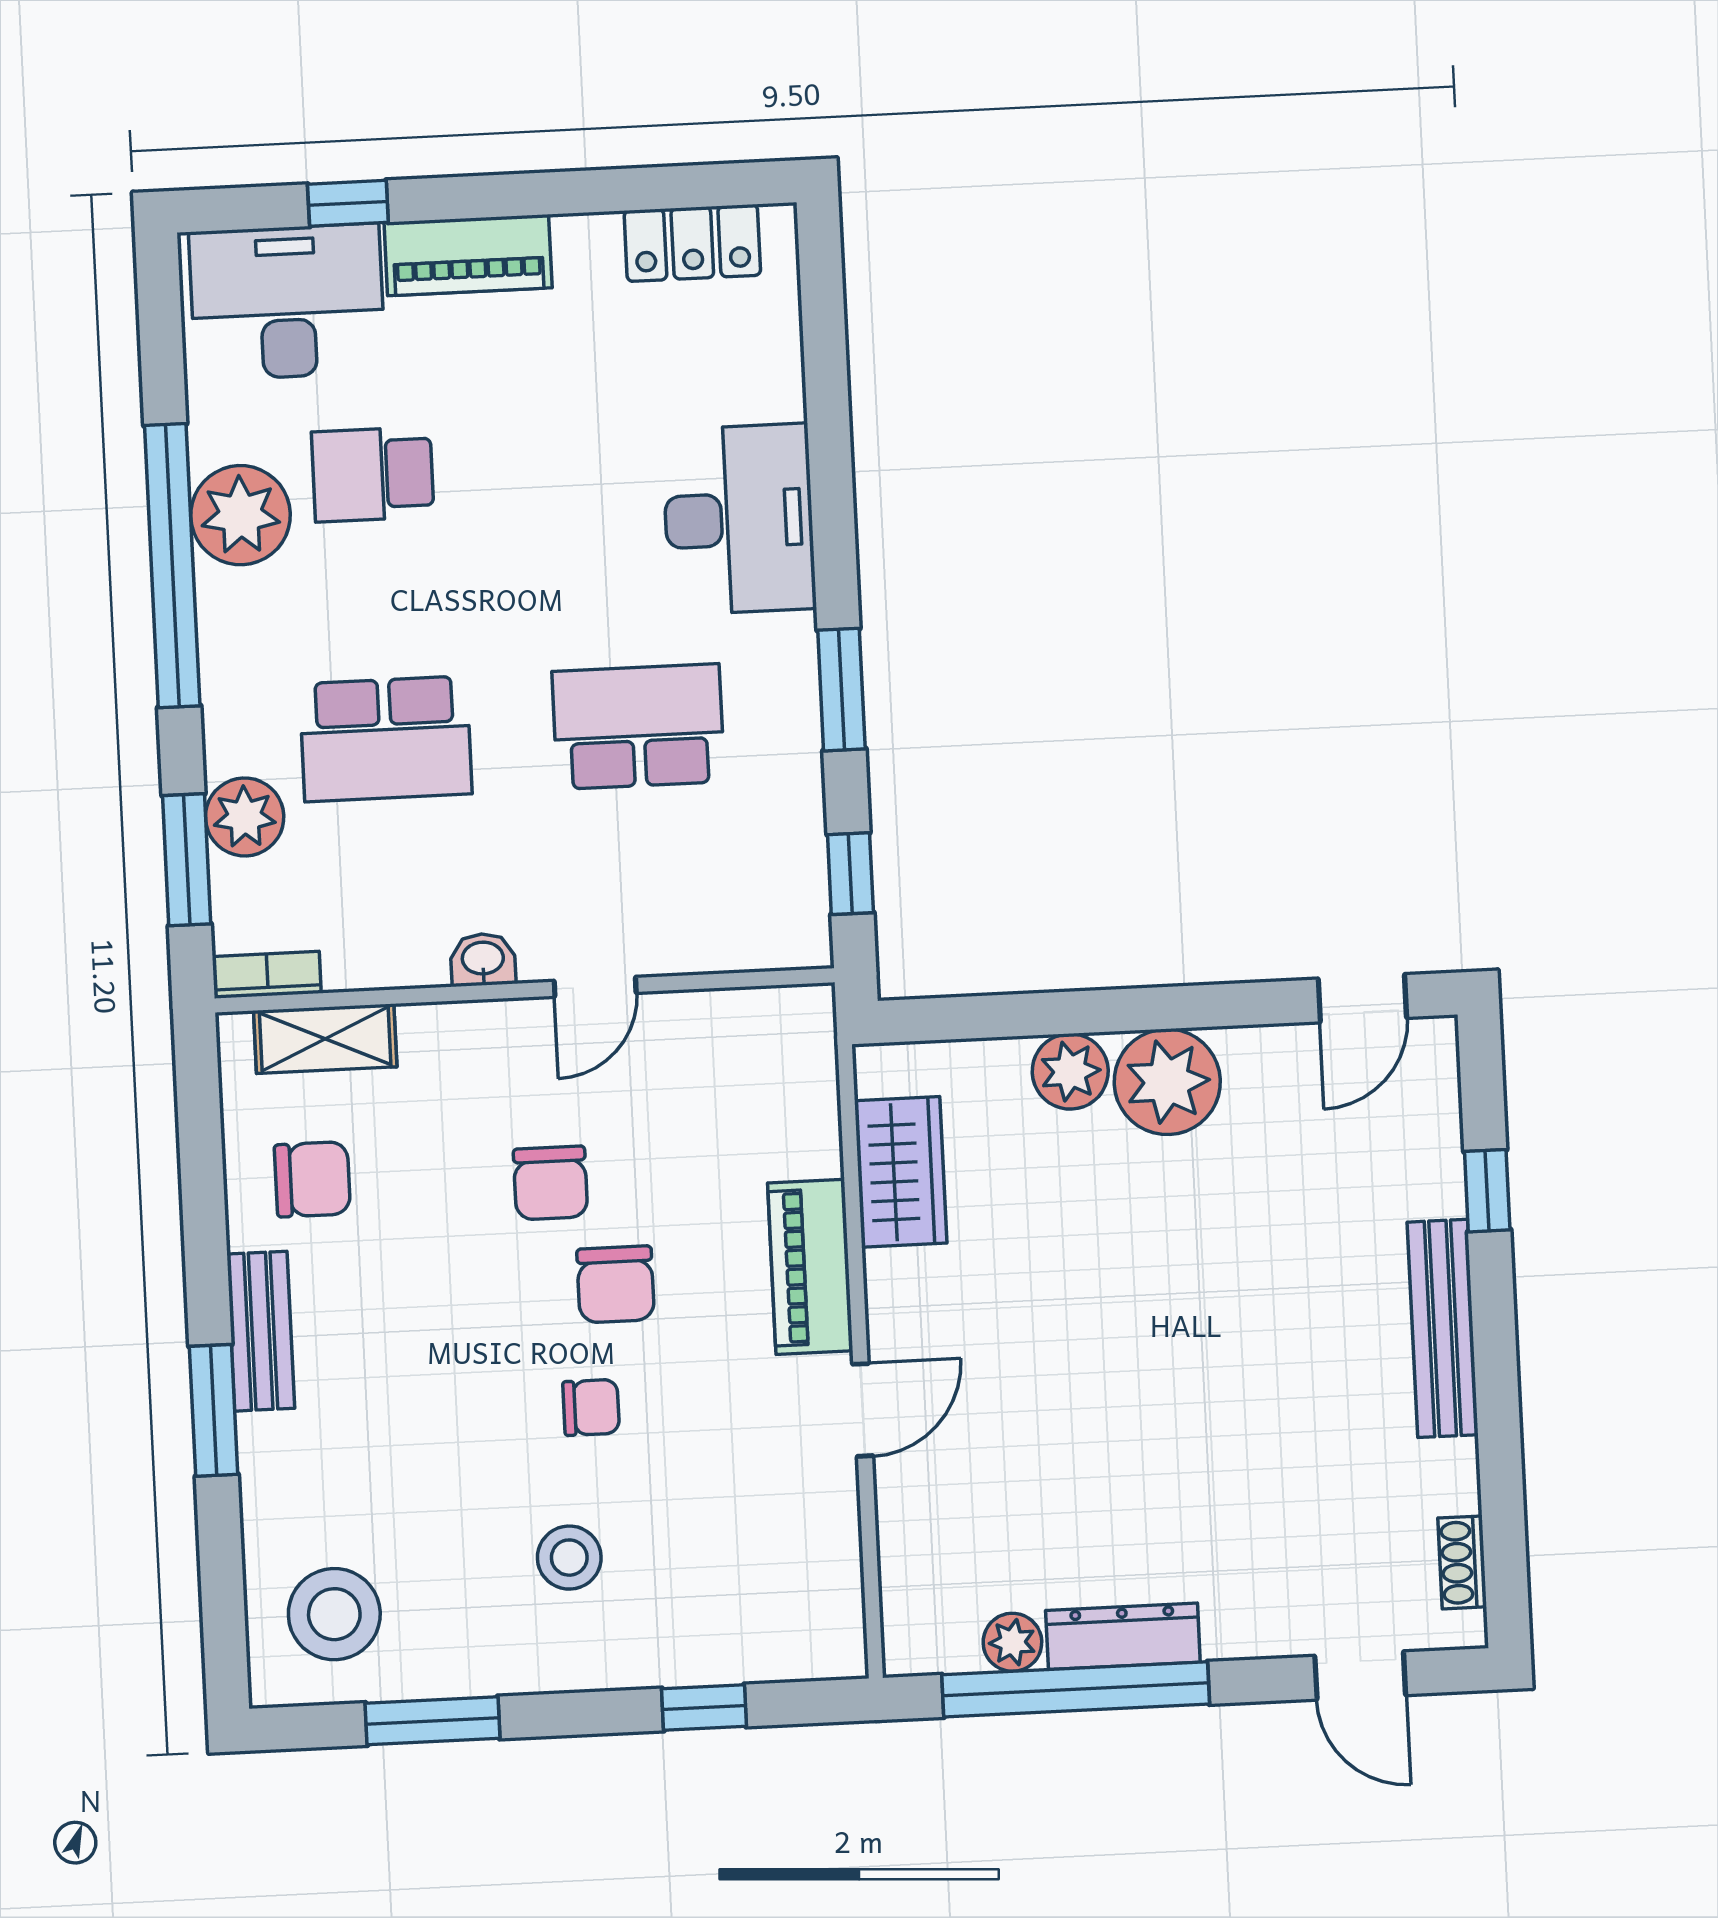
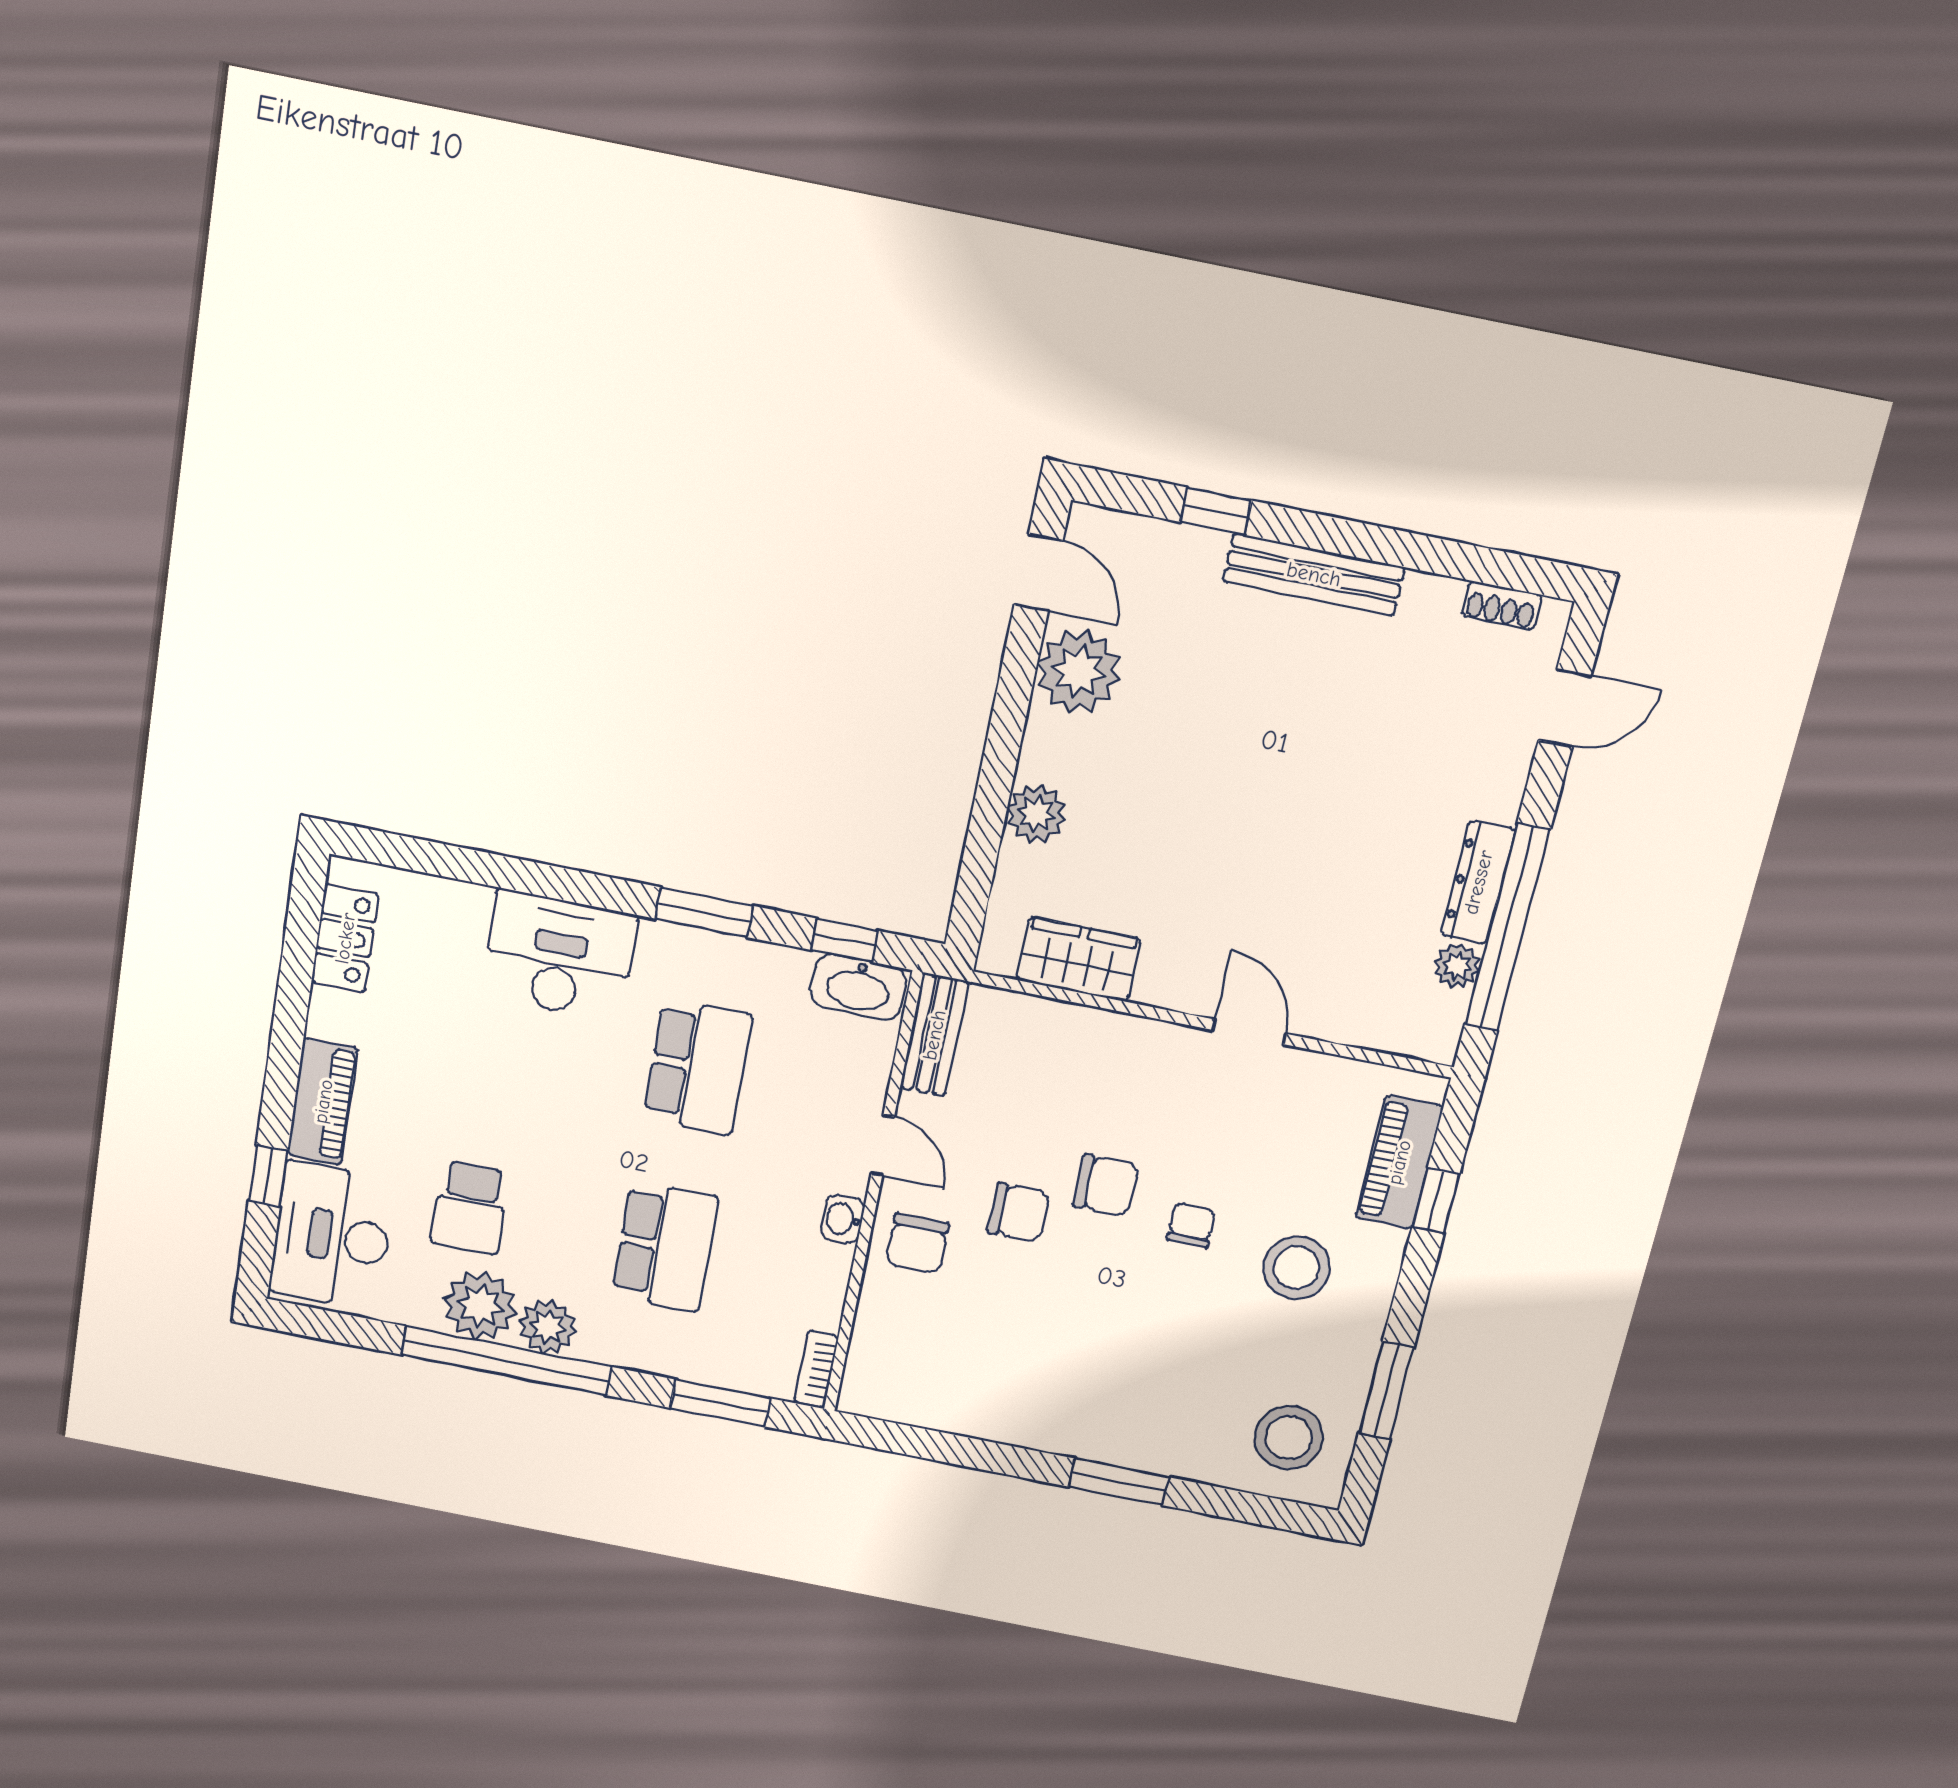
school desk: (638, 727) -> (698, 1067), turned 180
plant: (245, 817) -> (548, 1327), moved
washbasin: (795, 906) -> (858, 987), added
shelving: (325, 1039) -> (872, 1342), removed
plant: (1167, 1082) -> (1078, 671), moved
chair: (312, 1179) -> (917, 1244), moved, turned 180
piano: (810, 1267) -> (1399, 1162), moved, turned 90
bench: (261, 1331) -> (934, 1035), moved, turned 90
stool: (569, 1558) -> (1297, 1267), width x1.38, depth x1.38

